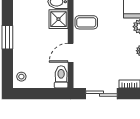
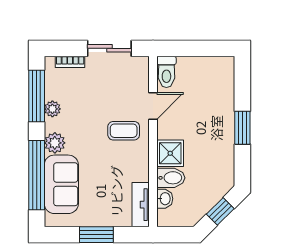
coffee table: (86, 22) -> (124, 131), moved
stool: (21, 77) -> (222, 72), removed

